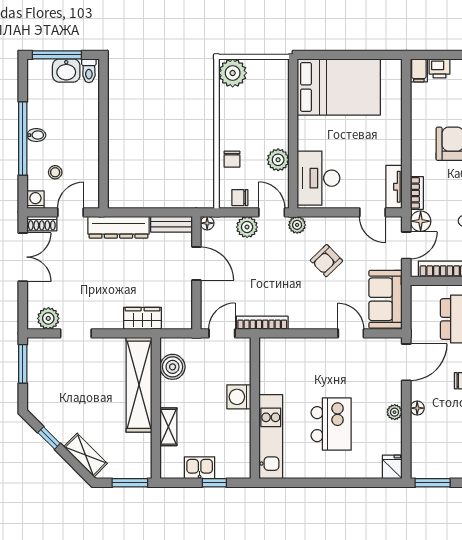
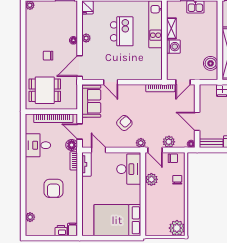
door: (406, 245) -> (80, 131), hinge flipped
kitchen island: (331, 424) -> (122, 31), turned 180
shelving: (168, 427) -> (171, 28), moved

